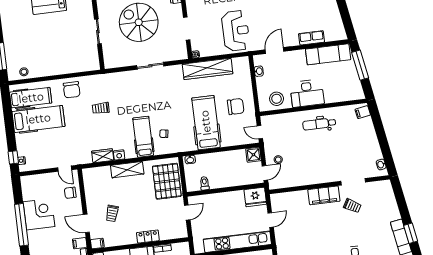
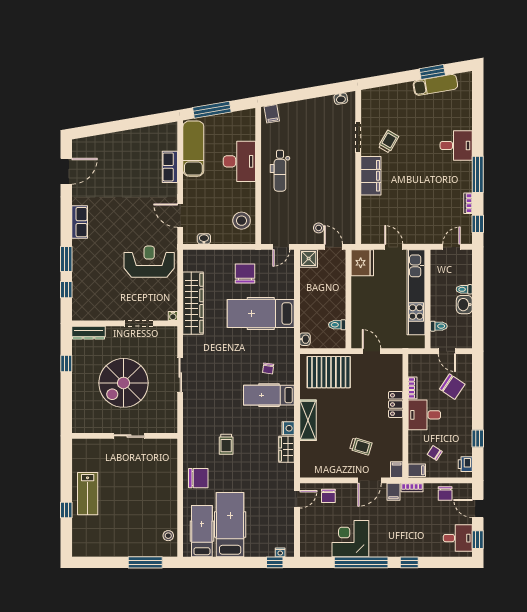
desk: (307, 93) -> (239, 161), moved

